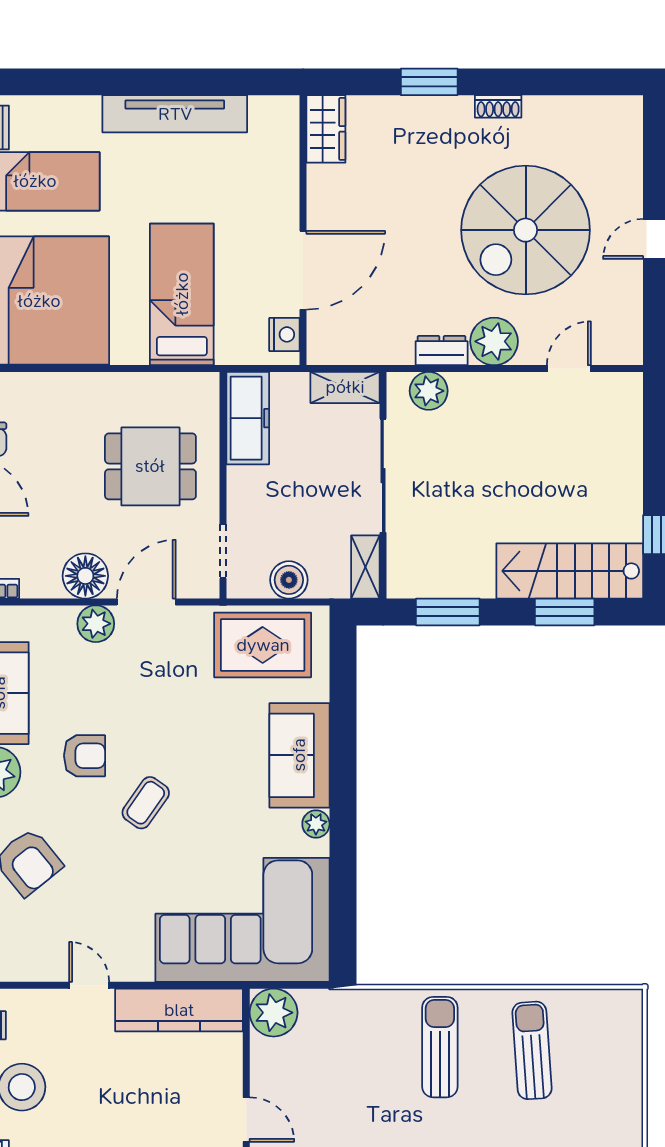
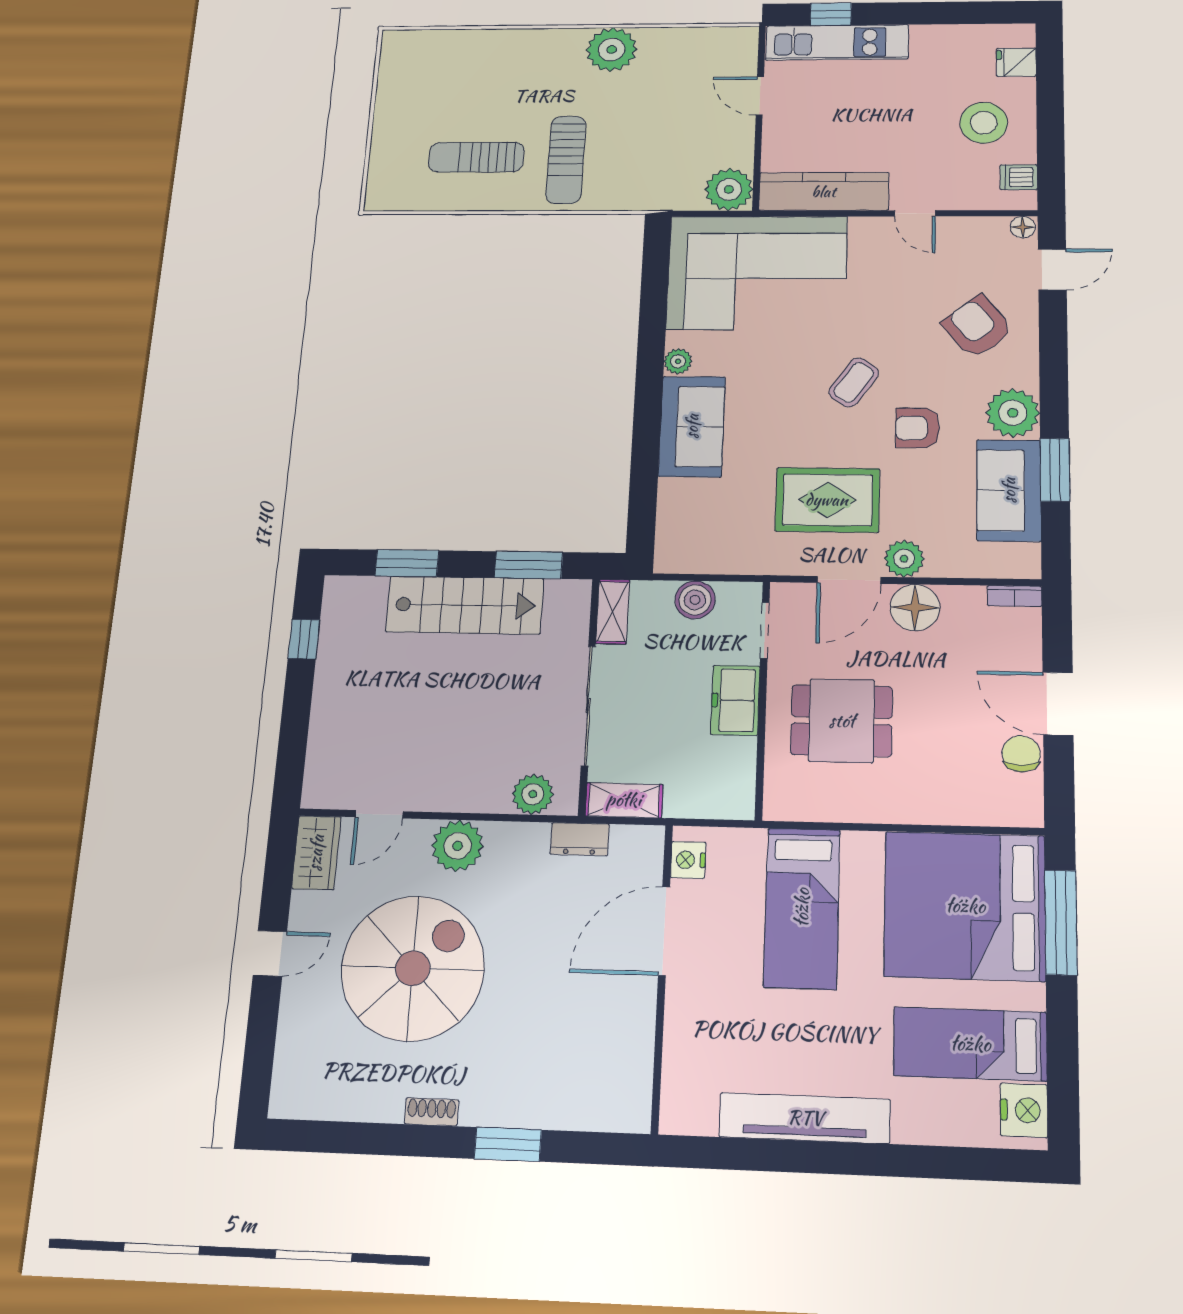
wardrobe: (326, 129) -> (316, 853), moved, turned 180
dresser: (442, 351) -> (580, 839), moved
freezer: (248, 418) -> (735, 700), moved, width x0.71
stairs: (570, 571) -> (465, 605), moved
rug: (263, 645) -> (827, 500), moved
sun lounger: (532, 1050) -> (476, 157), turned 94

